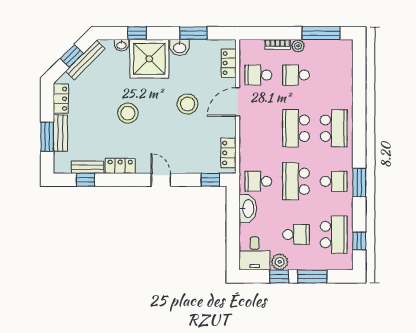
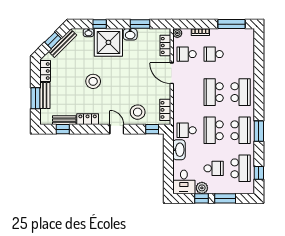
plant: (298, 46) -> (177, 33), moved
door: (238, 102) -> (172, 73), hinge flipped
stool: (188, 104) -> (138, 112), moved
school desk: (334, 181) -> (241, 130), width x1.85

